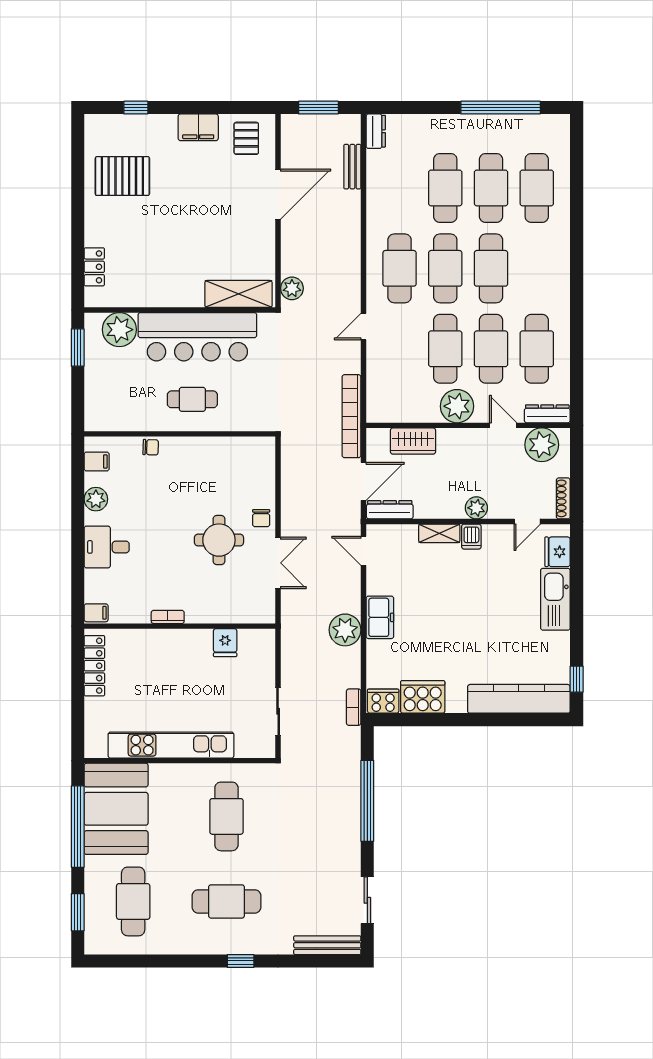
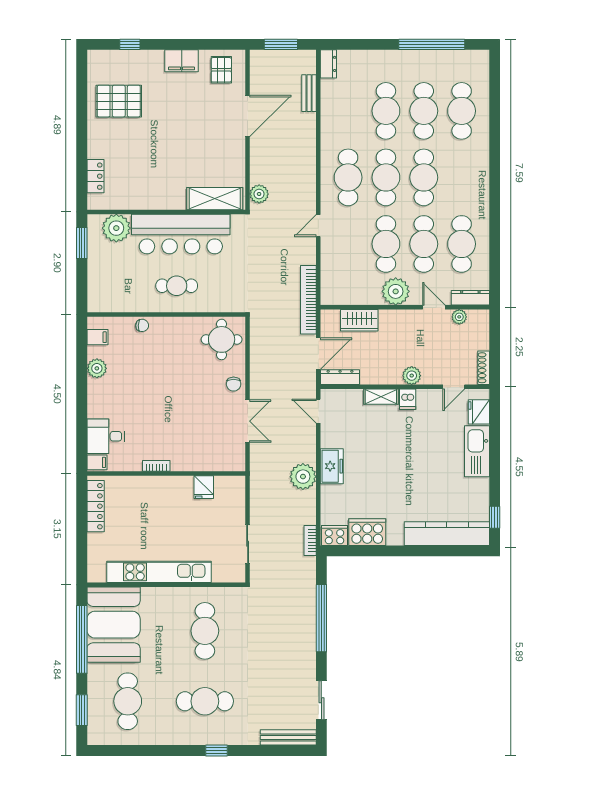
plant: (542, 445) -> (459, 317), width x0.53, depth x0.53
round table: (219, 540) -> (222, 339), moved
desk: (107, 547) -> (106, 436), moved

